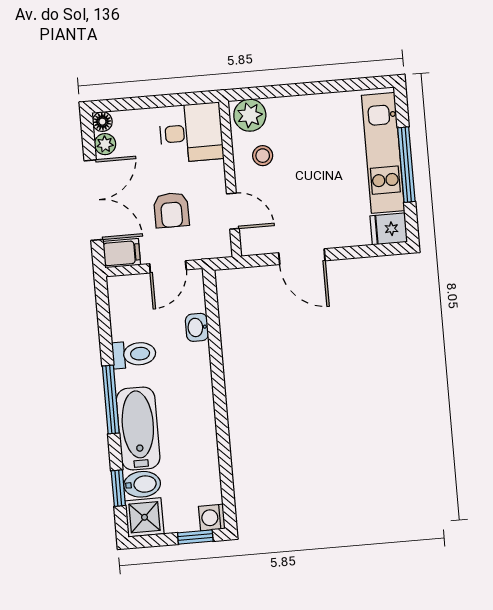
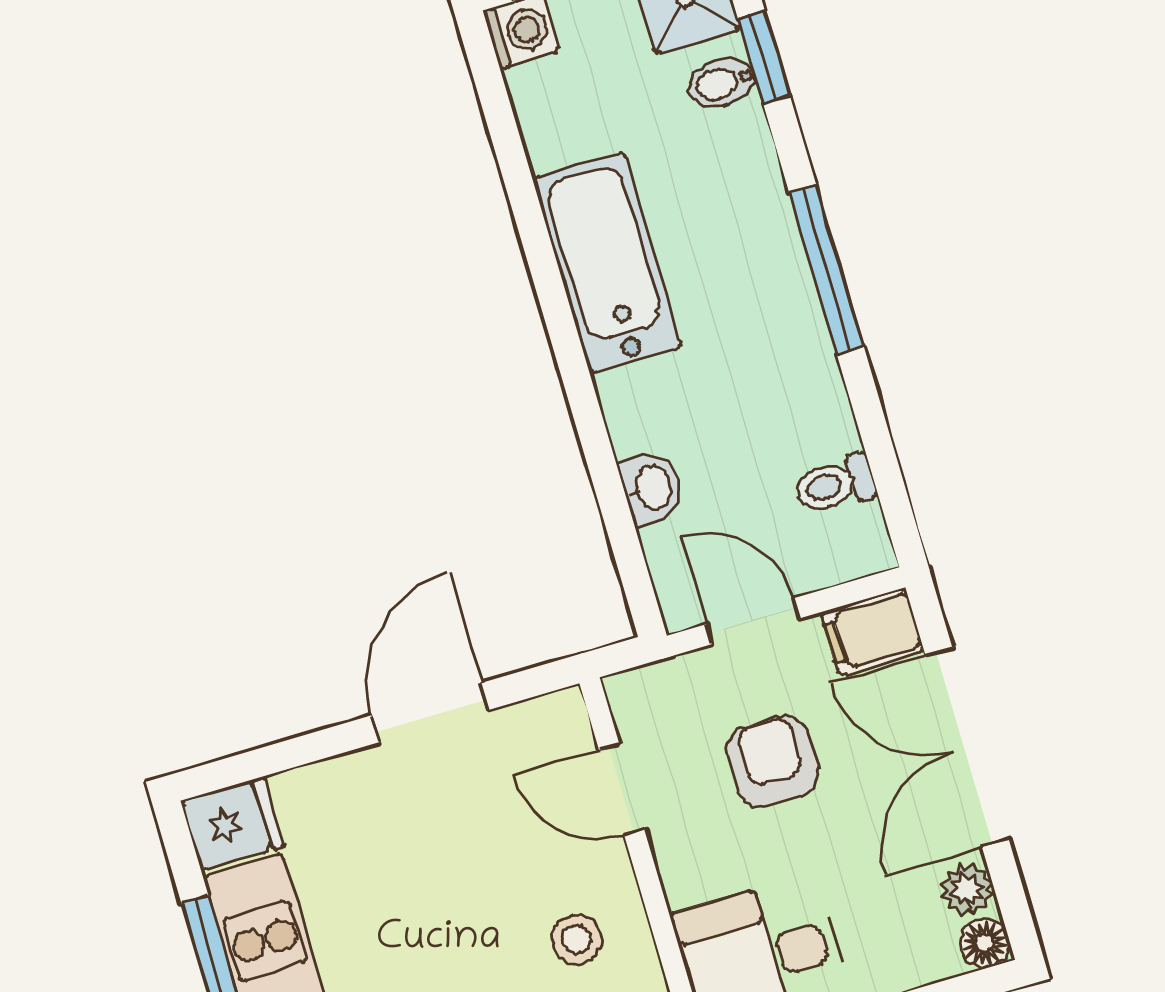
door: (302, 257) -> (430, 713), hinge flipped
door: (168, 267) -> (753, 621), hinge flipped
toilet: (134, 354) -> (835, 484), moved, width x0.73, depth x0.72
bathtub: (138, 429) -> (607, 263), moved, turned 180
bidet: (142, 484) -> (722, 83), width x0.72, depth x0.74

